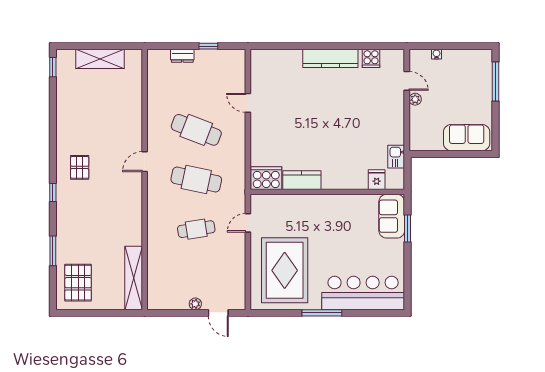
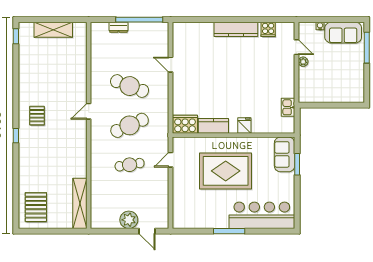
window: (208, 46) -> (139, 20), width x3.17
sofa: (467, 138) -> (343, 33), moved, turned 180
cafe table: (196, 180) -> (130, 125), turned -36
fridge: (377, 180) -> (244, 125), moved
window: (53, 251) -> (16, 182), removed
rug: (285, 270) -> (226, 171), moved, turned 90
plant: (195, 304) -> (129, 220), width x1.88, depth x1.88

